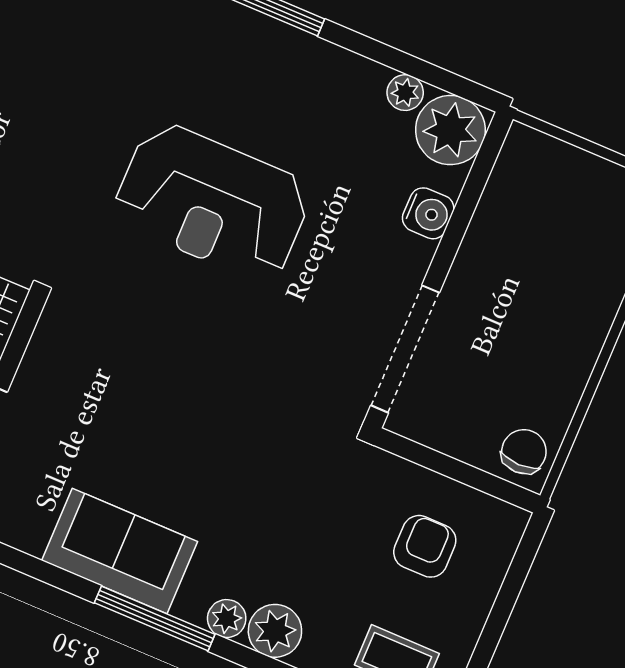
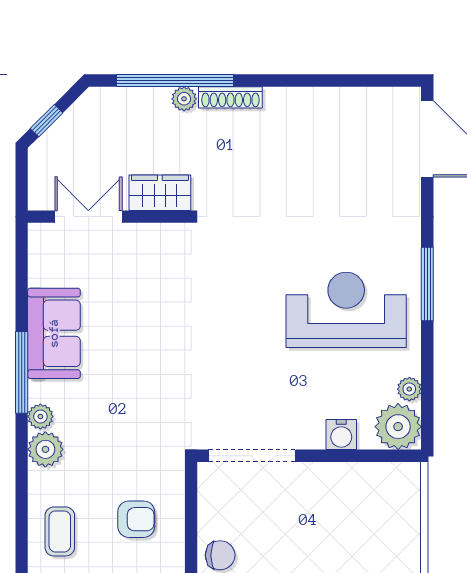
reception desk: (212, 202) -> (346, 310), moved, turned 90

